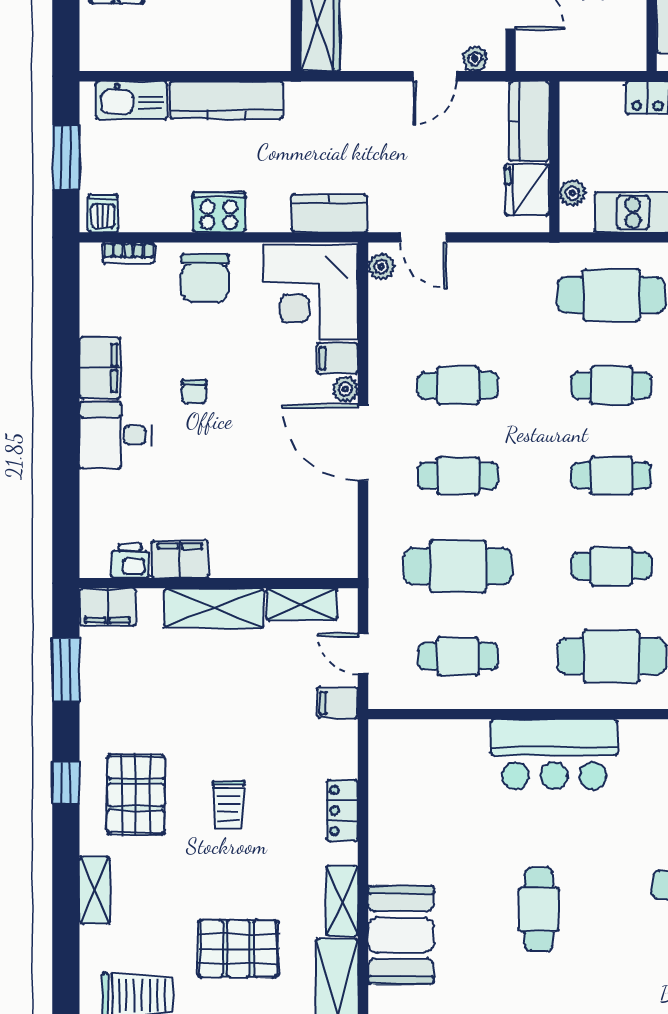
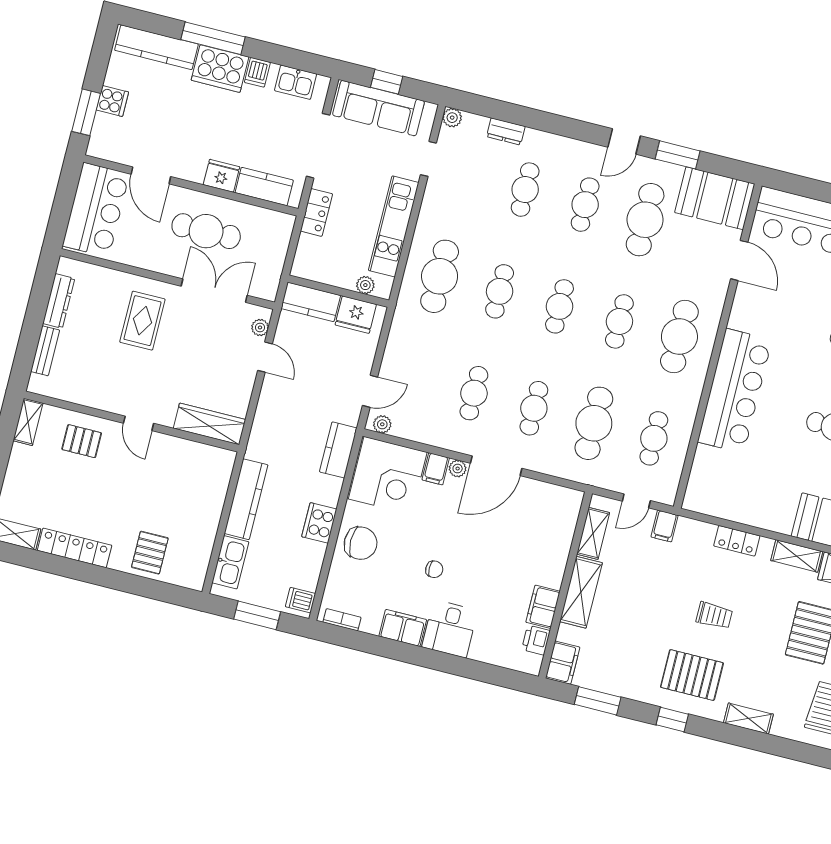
bookcase: (128, 253) -> (342, 620), moved, turned -90
bar counter: (554, 754) -> (735, 391), width x1.36

